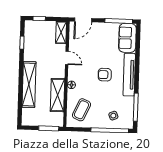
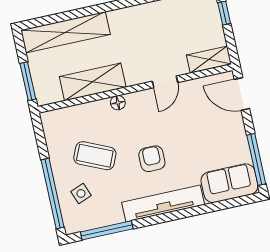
shelving: (29, 85) -> (65, 32), moved
coffee table: (81, 110) -> (95, 156), moved

